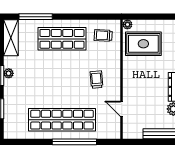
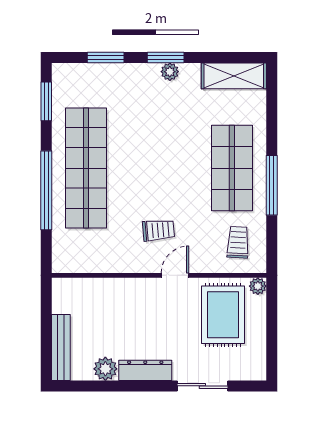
window: (36, 17) -> (272, 185), moved
door: (122, 109) -> (175, 275), moved
window: (25, 142) -> (46, 101), added

